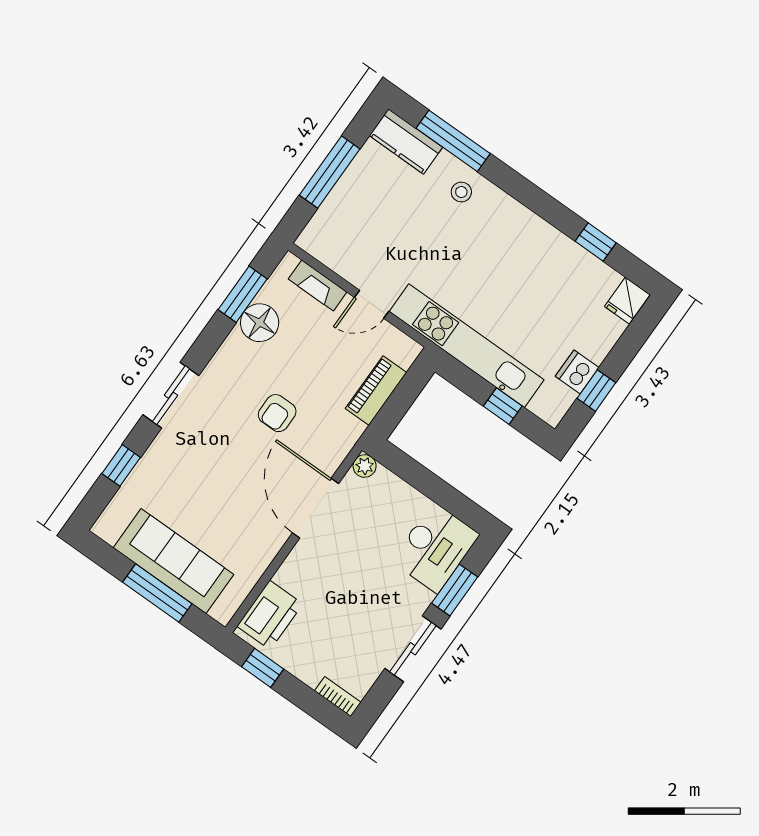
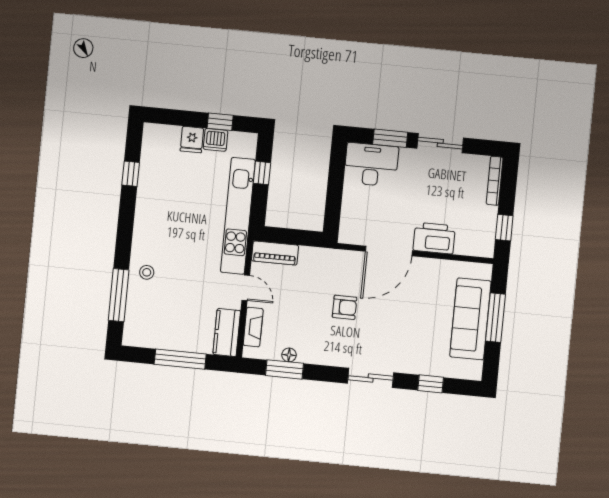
kitchen counter: (406, 141) -> (227, 332), moved, turned 180
fridge: (627, 301) -> (192, 140), moved, turned 90
floor lamp: (260, 323) -> (289, 355), width x0.53, depth x0.53
piano: (376, 391) -> (275, 253), moved
plant: (365, 466) -> (346, 236), removed
printer: (270, 615) -> (434, 238), moved
bookcase: (338, 697) -> (495, 181), width x1.56

